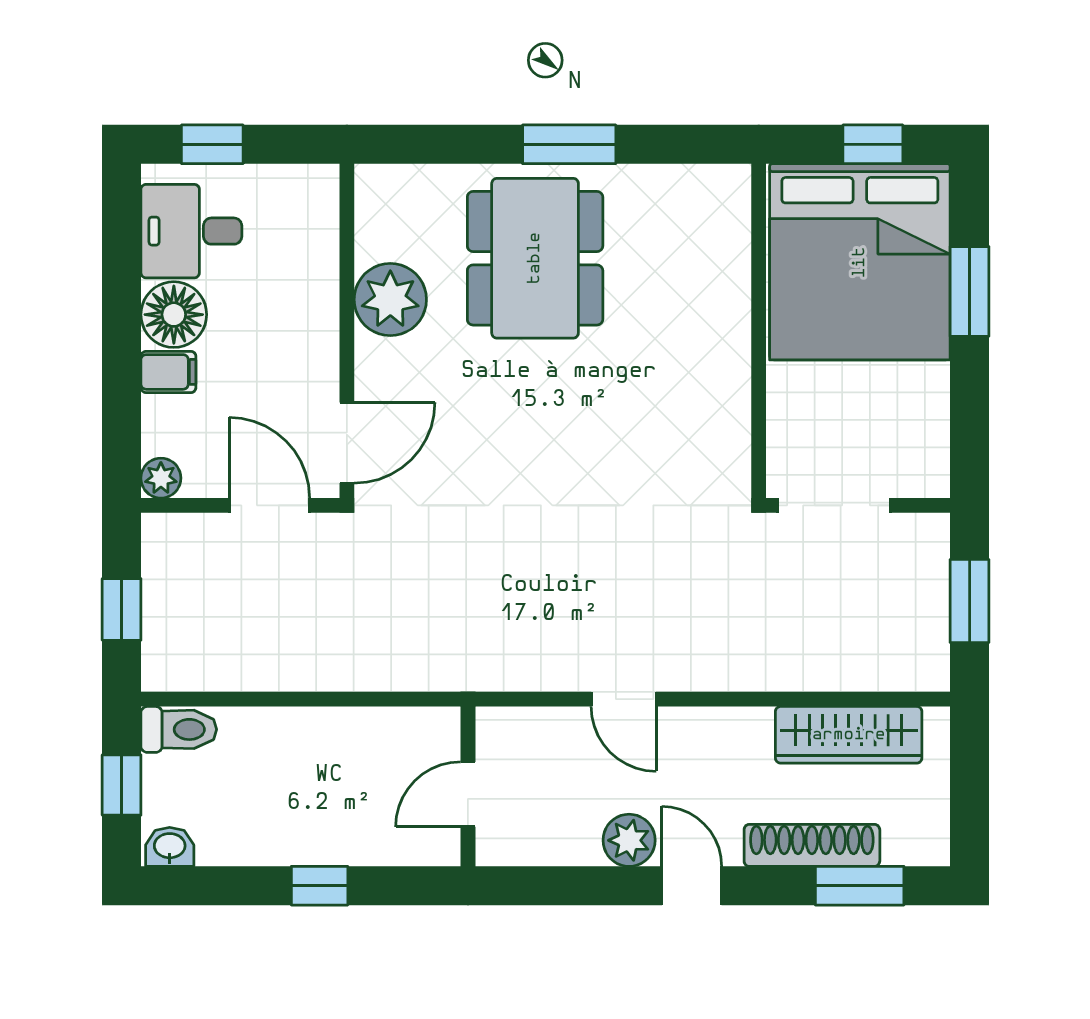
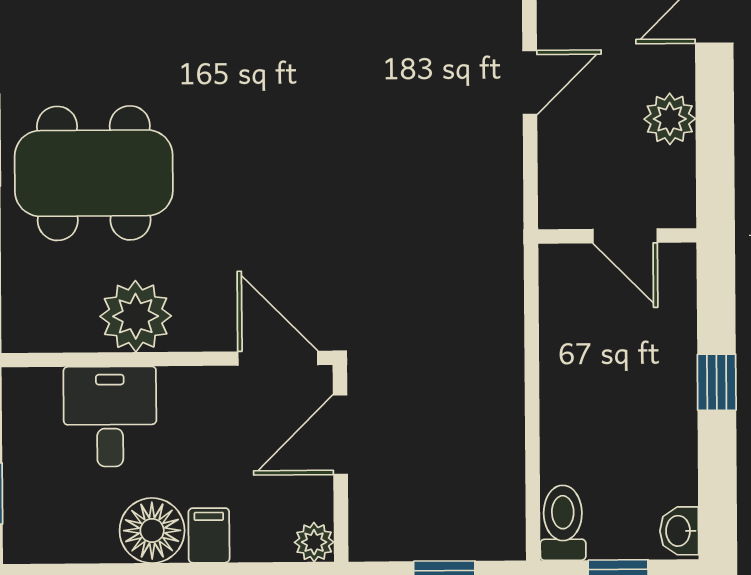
desk: (191, 231) -> (110, 417), moved, turned 180
plant: (629, 840) -> (670, 119), moved

